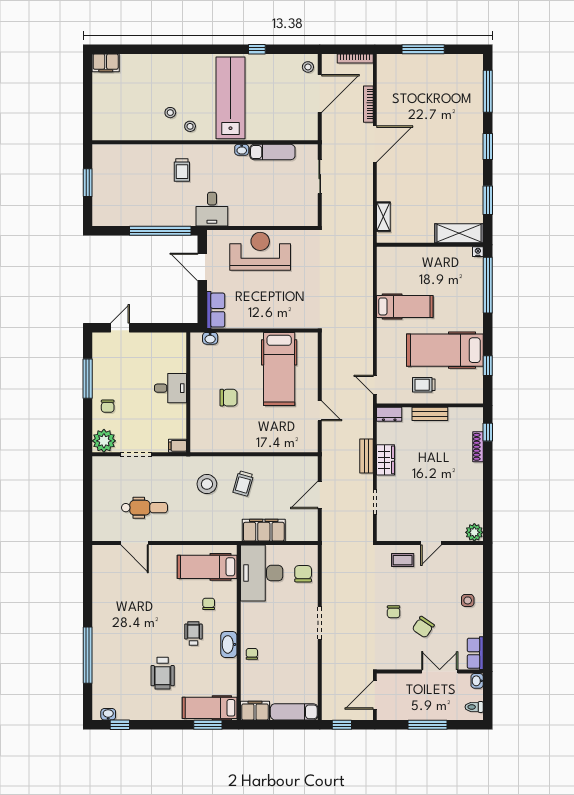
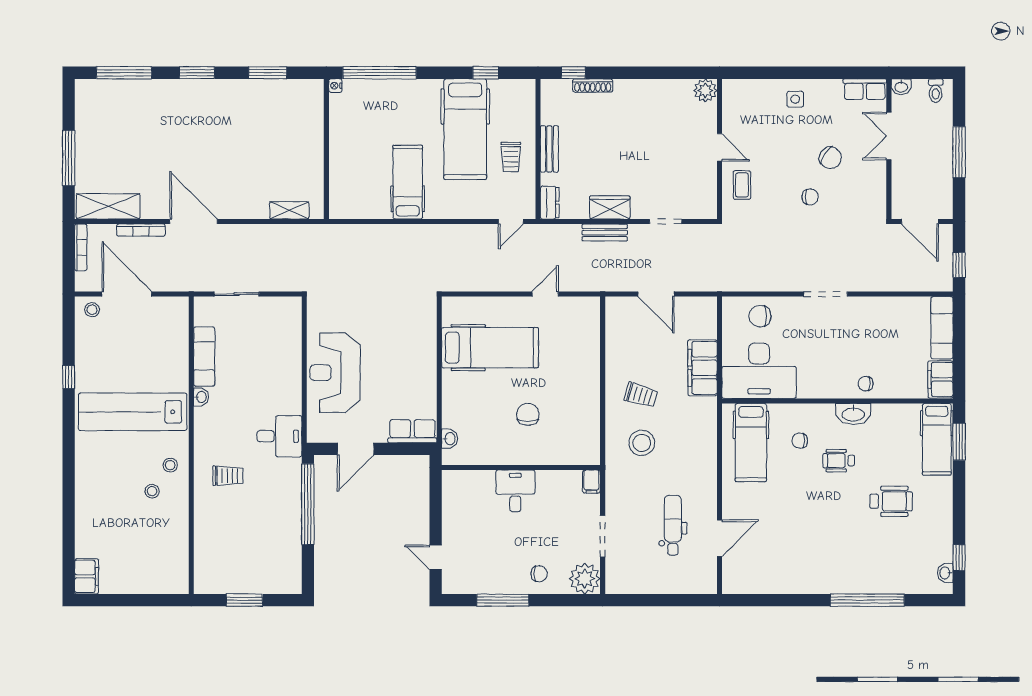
shelving: (459, 233) -> (108, 206), moved, turned 90

